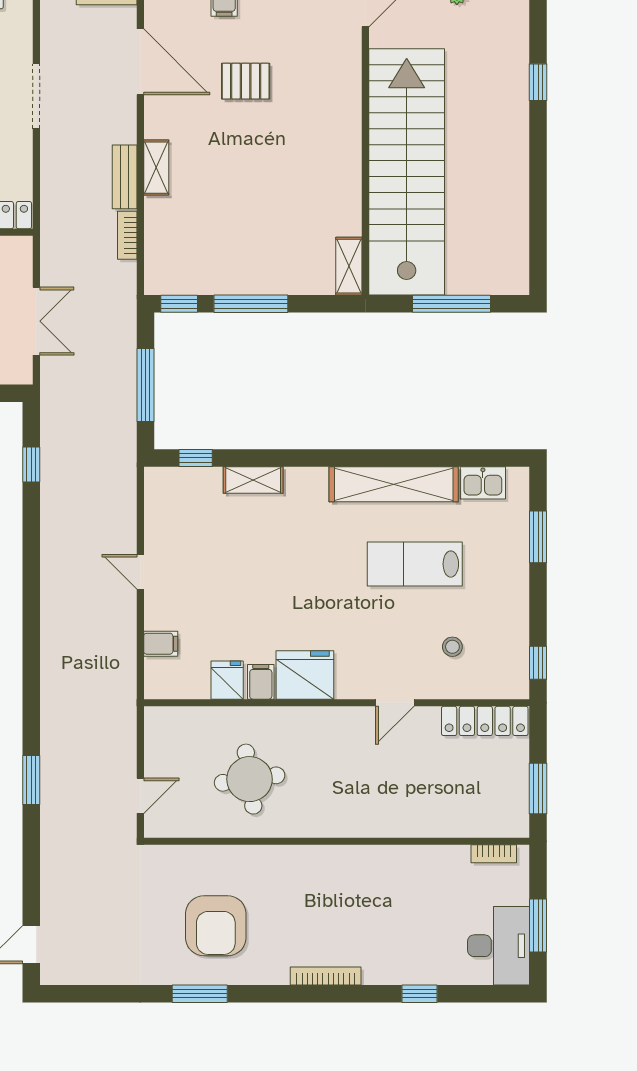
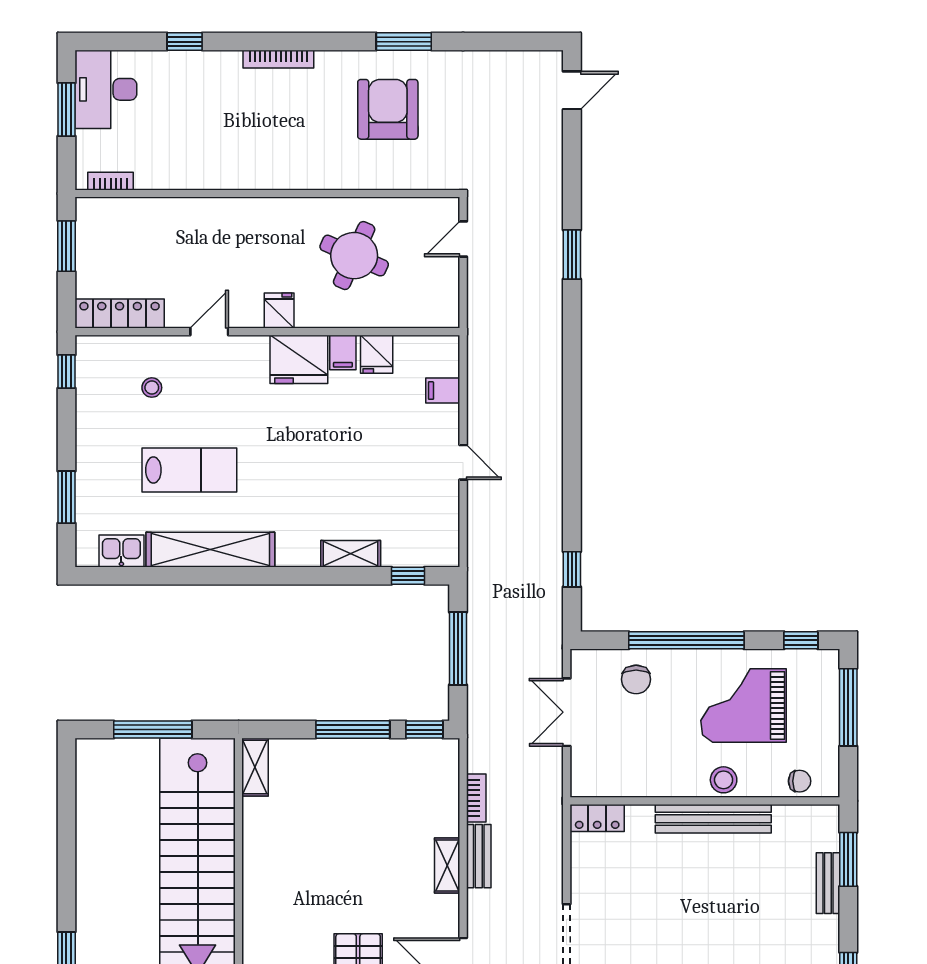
fridge: (325, 724) -> (279, 311), added
round table: (250, 779) -> (354, 256), turned 32

